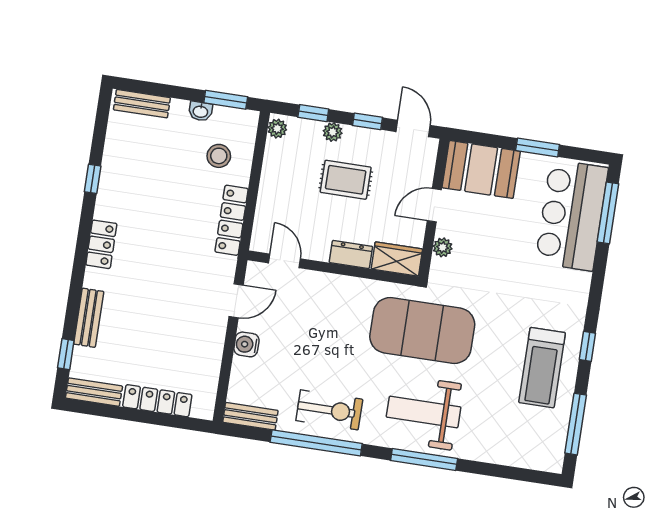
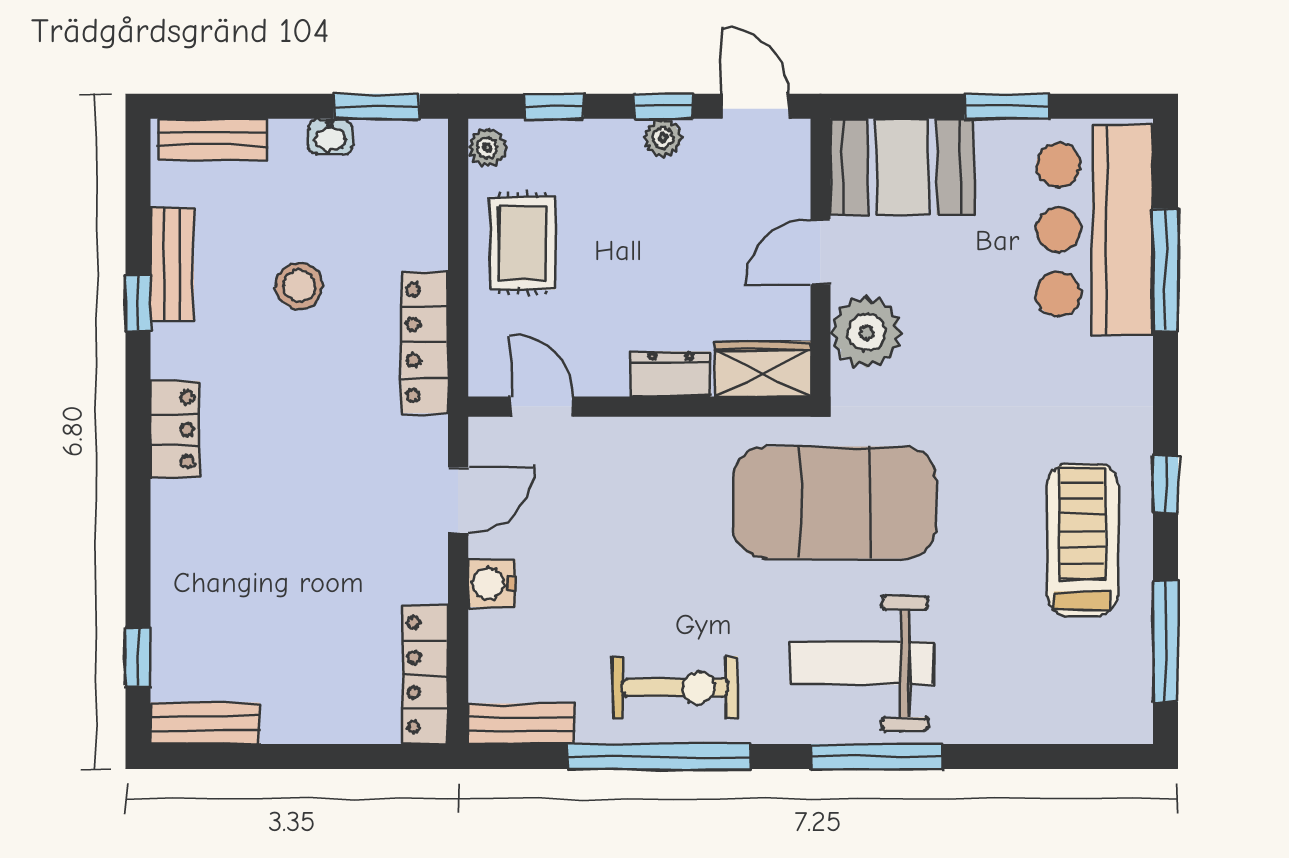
plant: (333, 132) -> (663, 138), moved
stool: (219, 156) -> (299, 286), moved
rug: (346, 180) -> (523, 243), moved, turned 90
window: (608, 213) -> (1165, 270), moved
plant: (443, 247) -> (866, 332), width x1.88, depth x1.88
bench: (89, 318) -> (172, 264), moved
treadmill: (542, 368) -> (1082, 540), turned 180
locker: (157, 401) -> (425, 675), moved, turned -90

